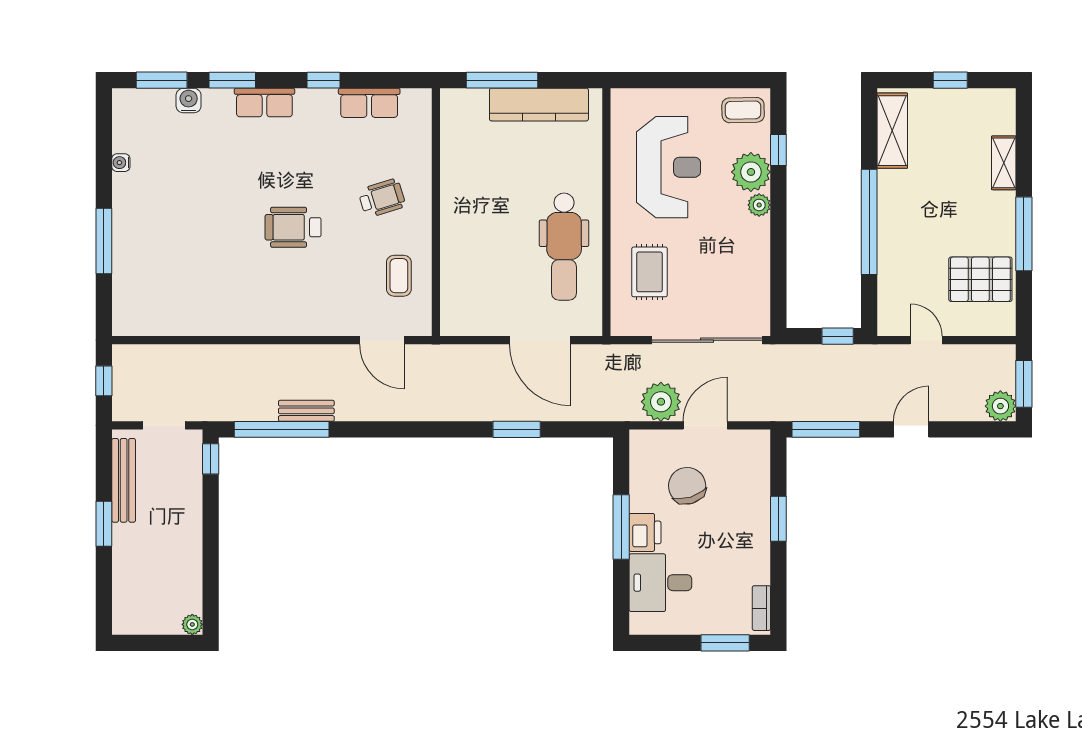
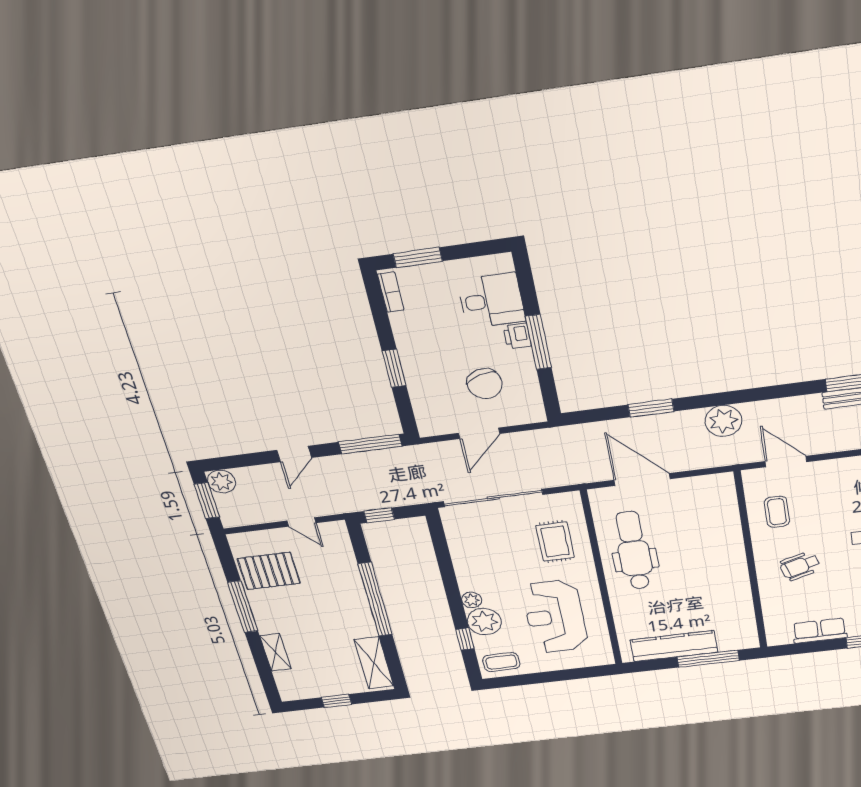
plant: (661, 402) -> (723, 421), moved
printer: (645, 532) -> (517, 336), width x0.73, depth x0.81

